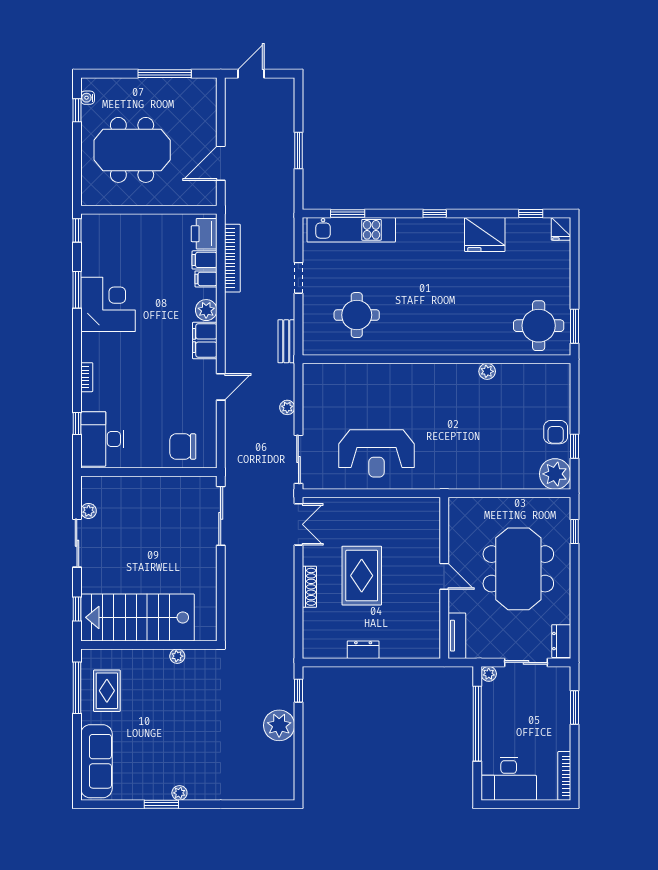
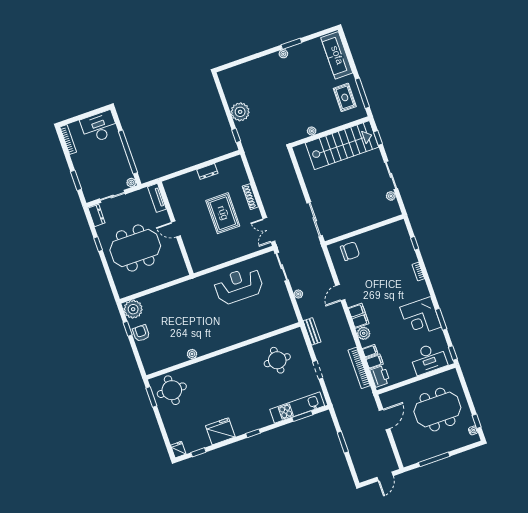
desk: (102, 439) -> (428, 359), moved, turned 90
window: (574, 532) -> (98, 244), moved
meeting table: (518, 569) -> (135, 248), turned 90

